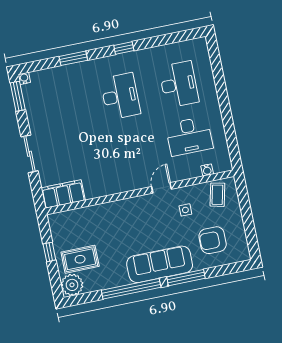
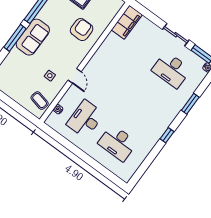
desk: (120, 96) -> (171, 70), moved
sliding door: (29, 154) -> (176, 35), moved
armchair: (213, 240) -> (82, 30), moved
sofa: (160, 264) -> (33, 37), width x0.73

